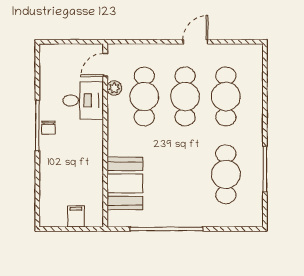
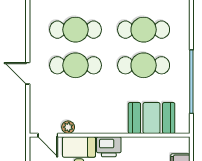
door: (195, 42) -> (28, 73), moved
cafe table: (144, 96) -> (144, 65), moved
printer: (92, 135) -> (109, 147), added

